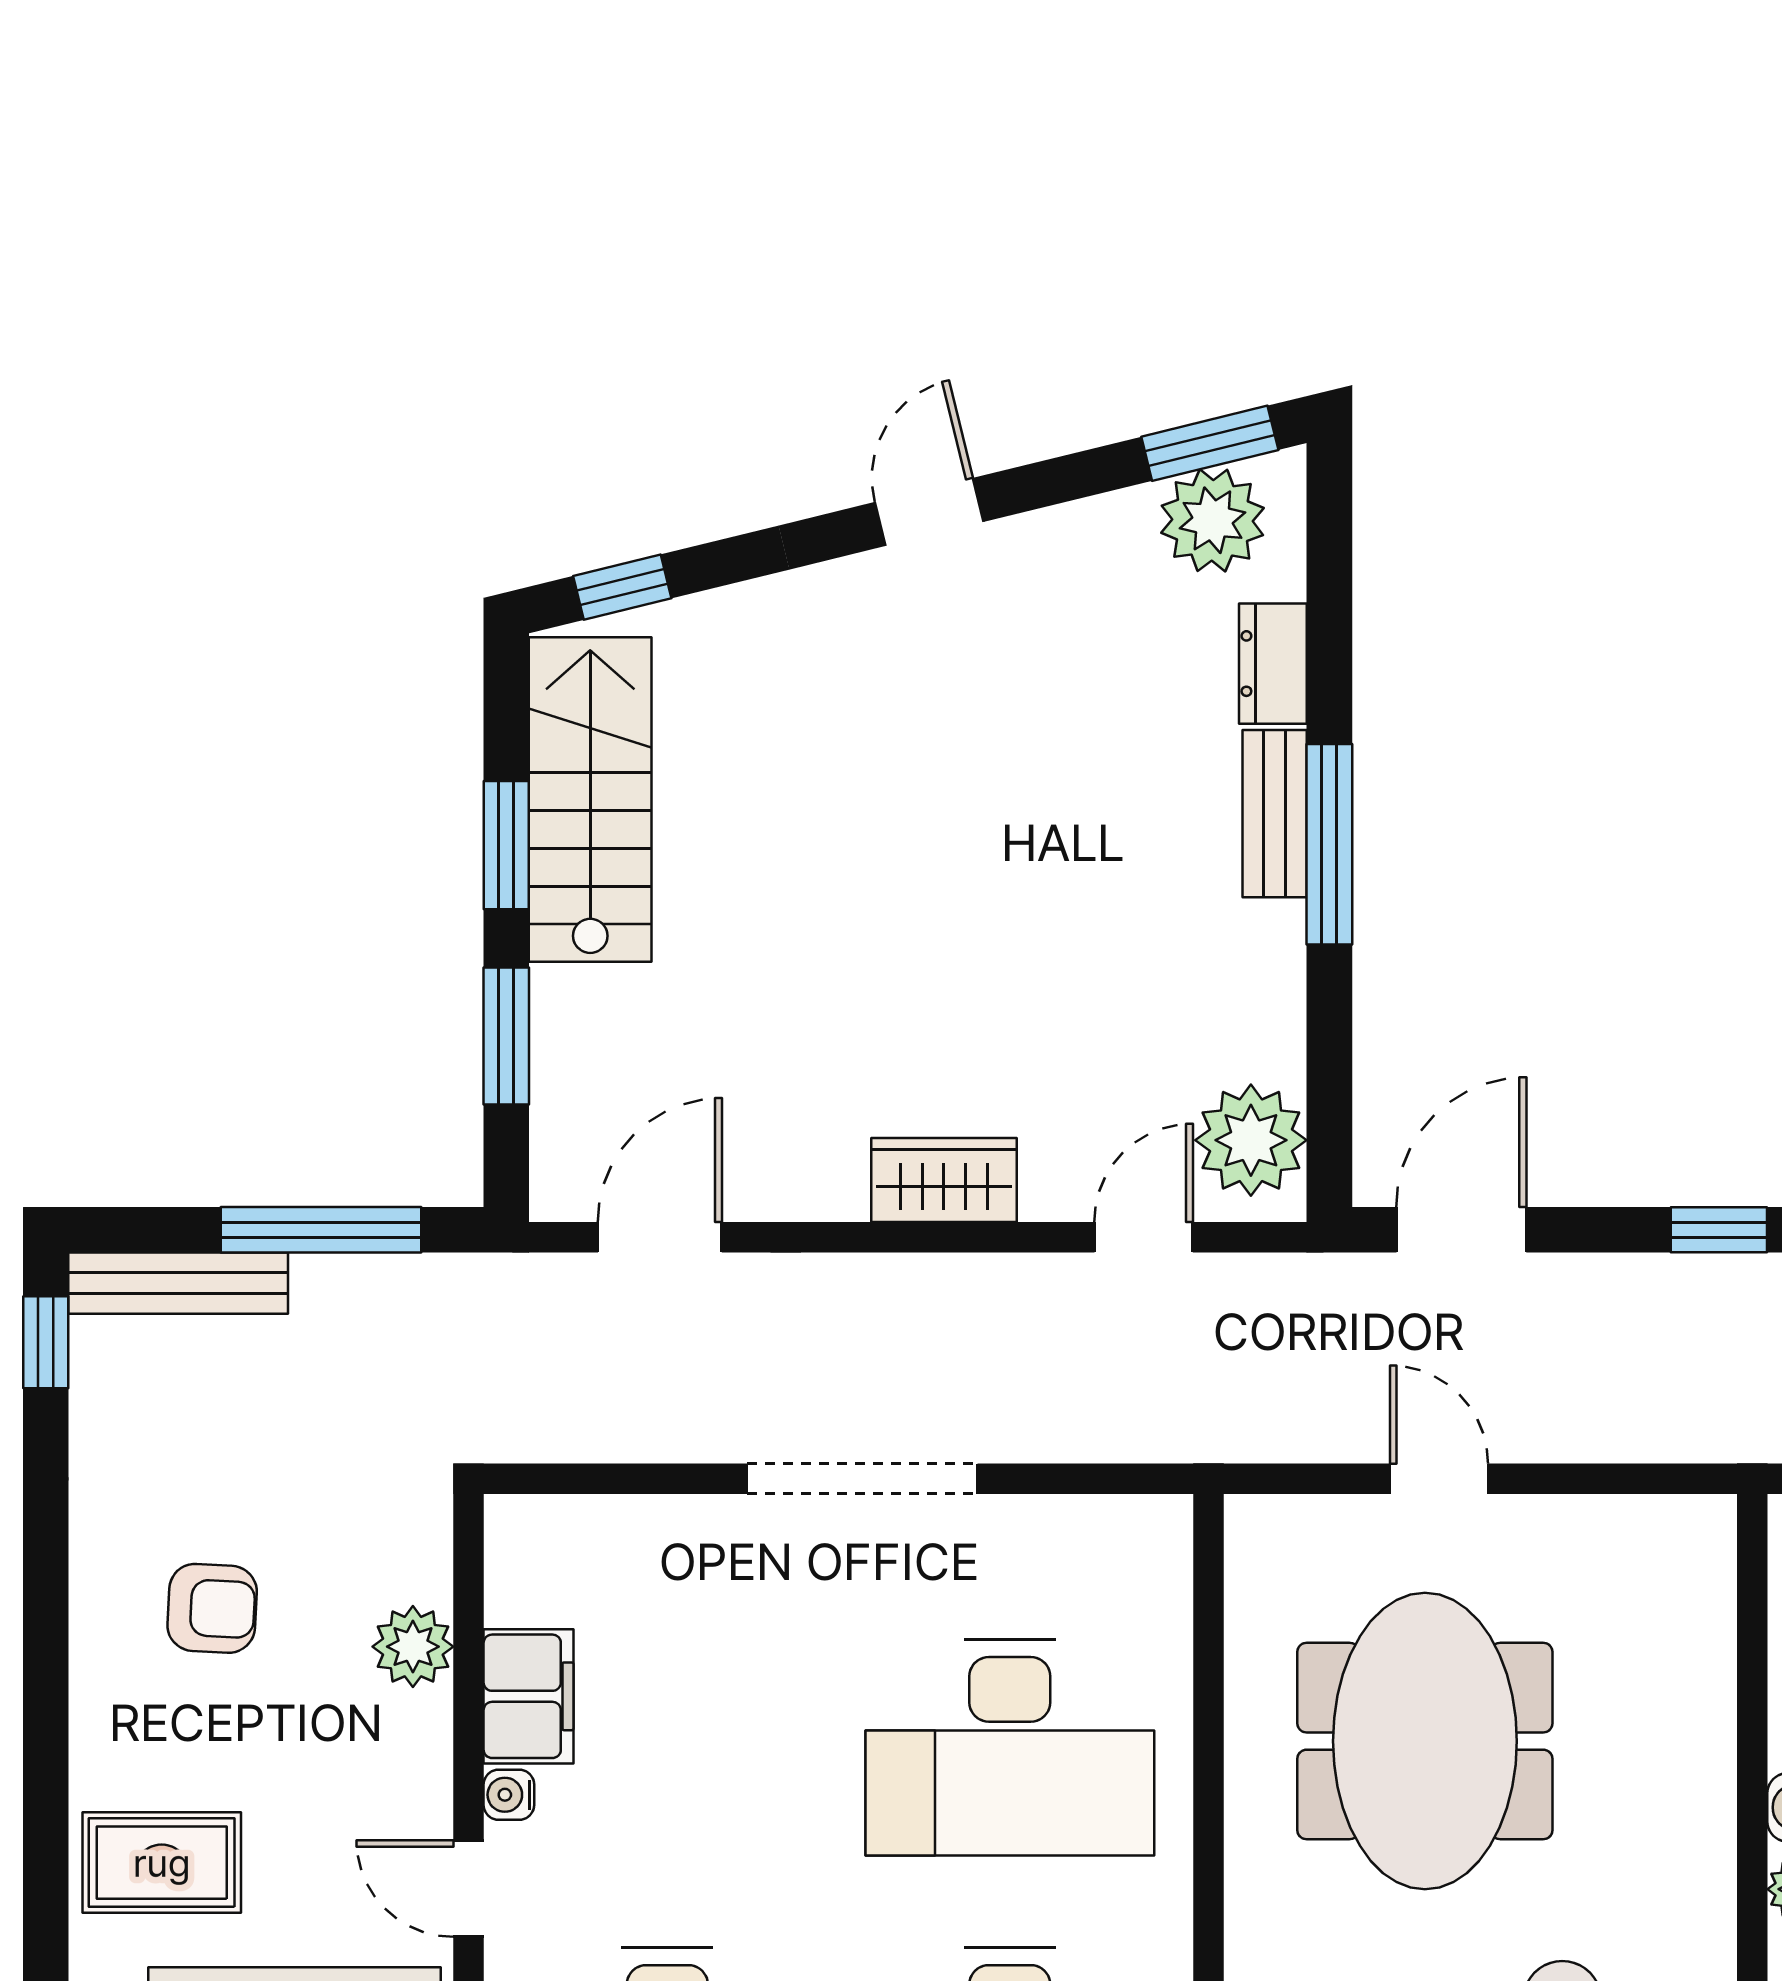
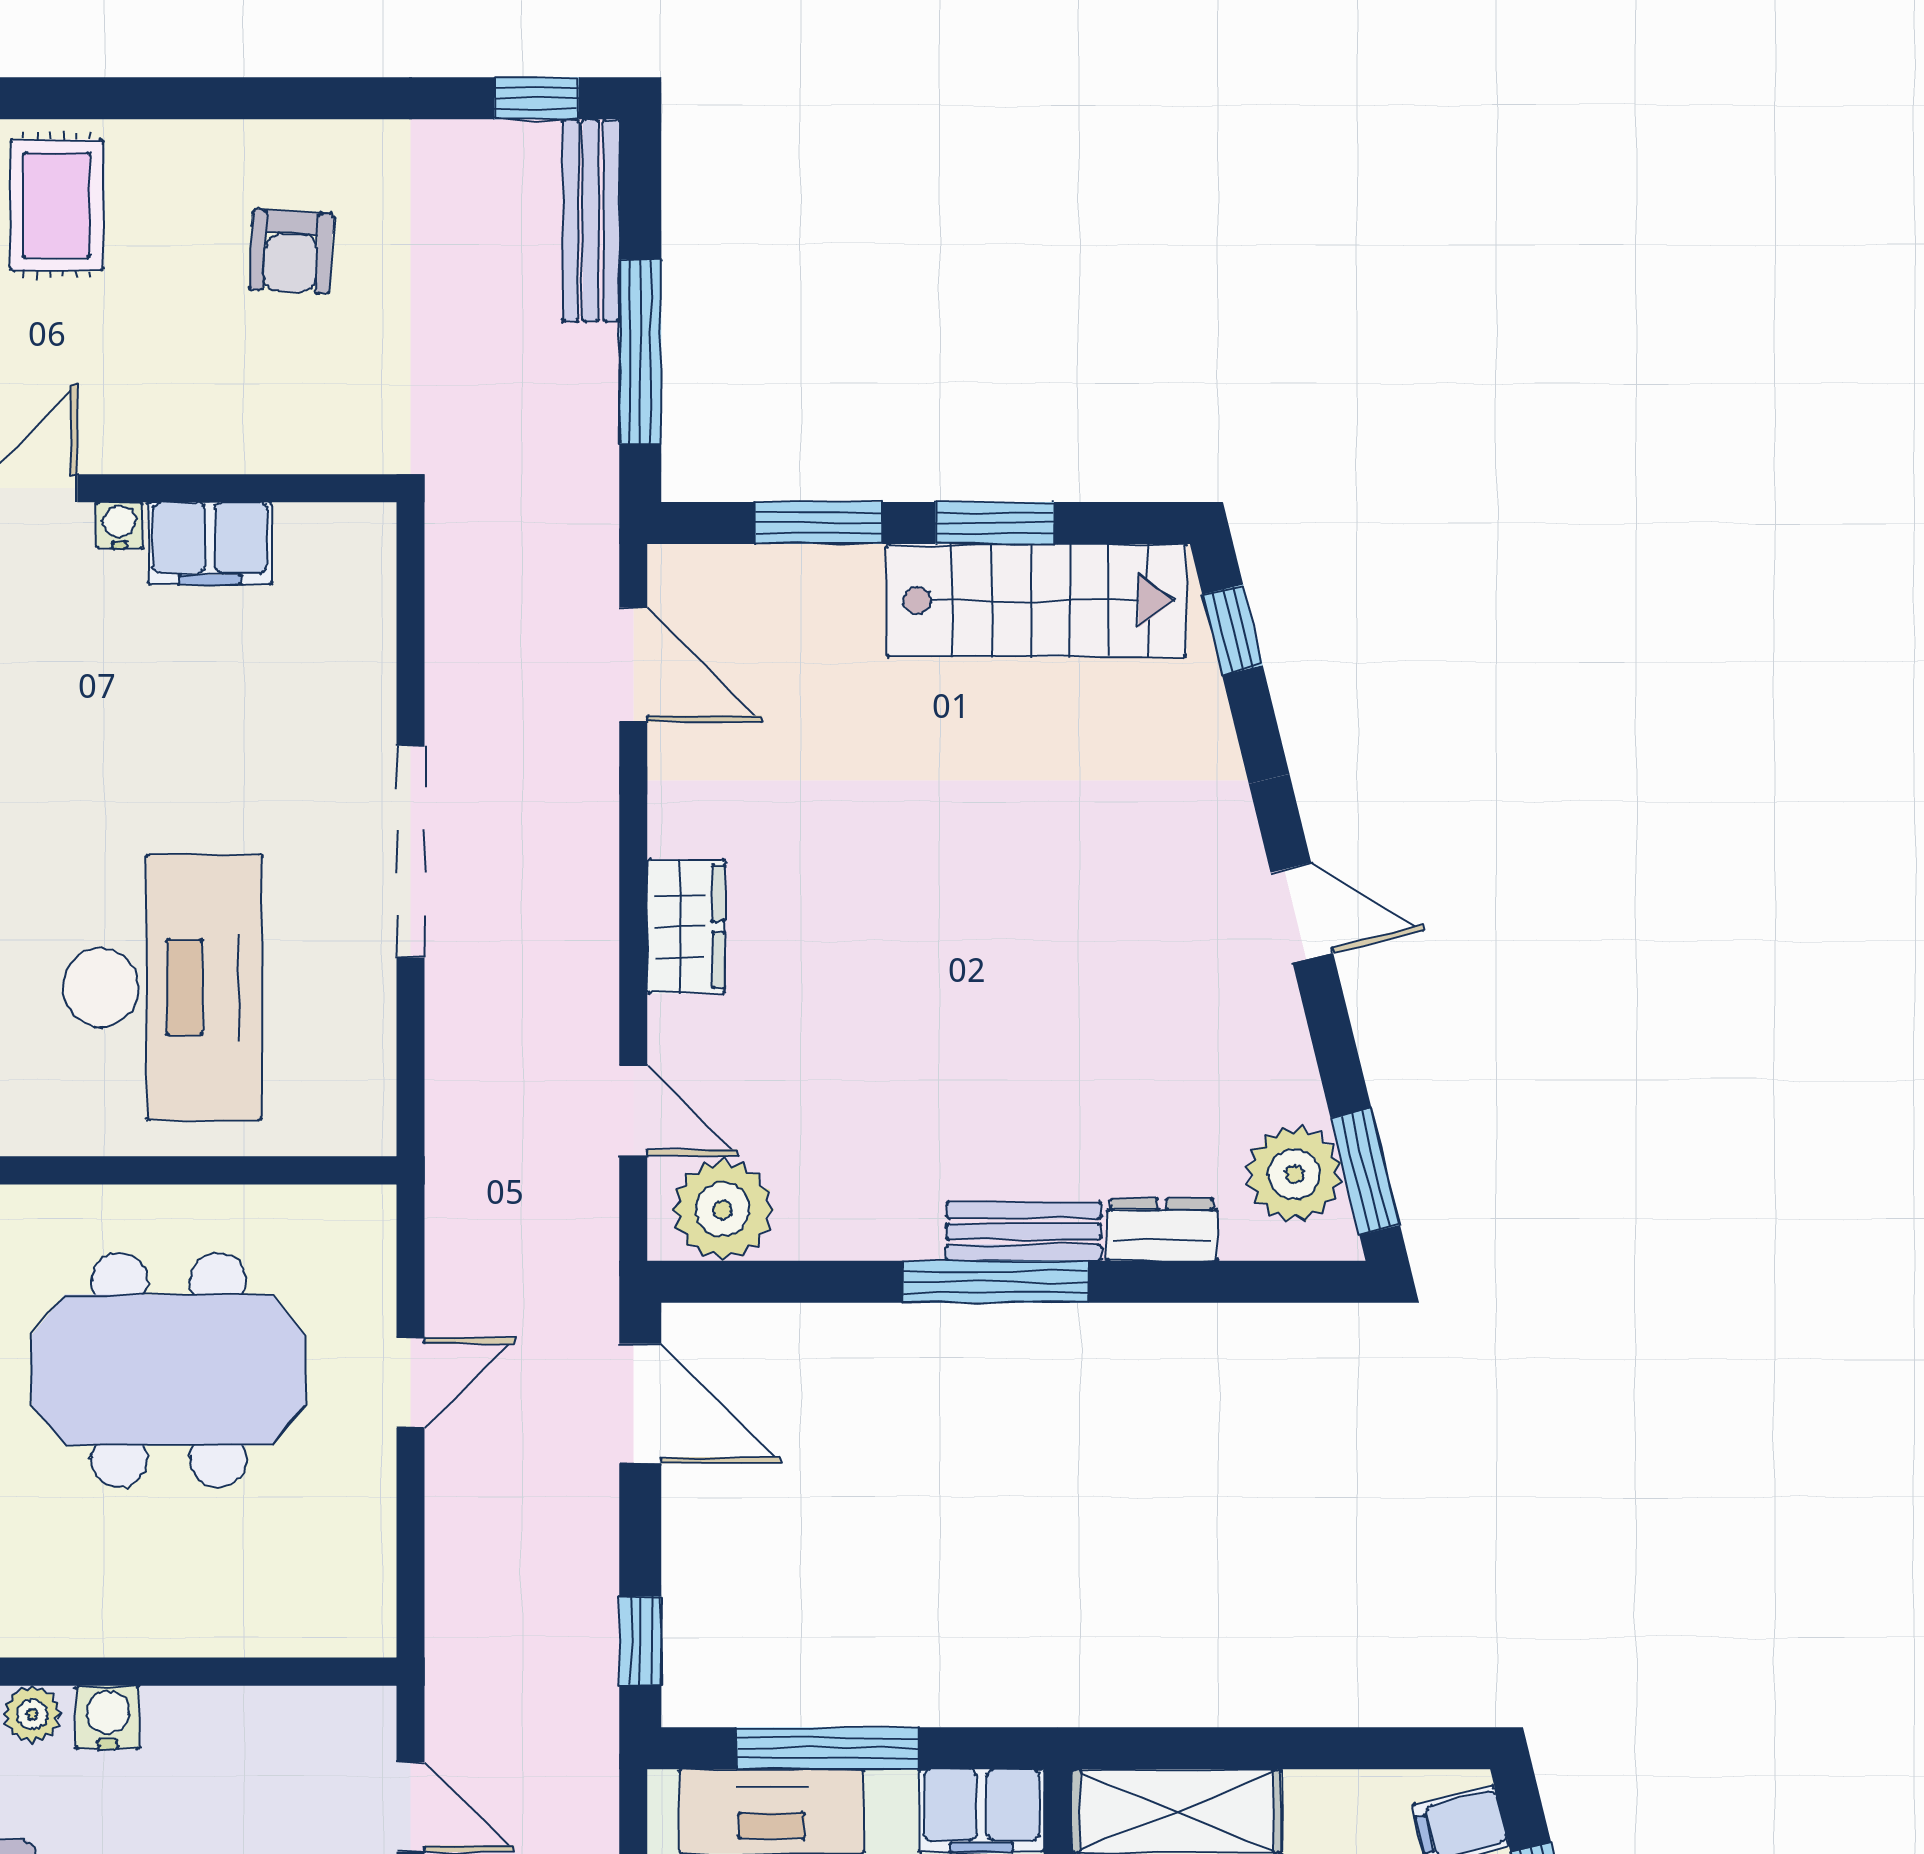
plant: (413, 1647) -> (256, 437), removed
desk: (1010, 1748) -> (163, 987), turned 180

